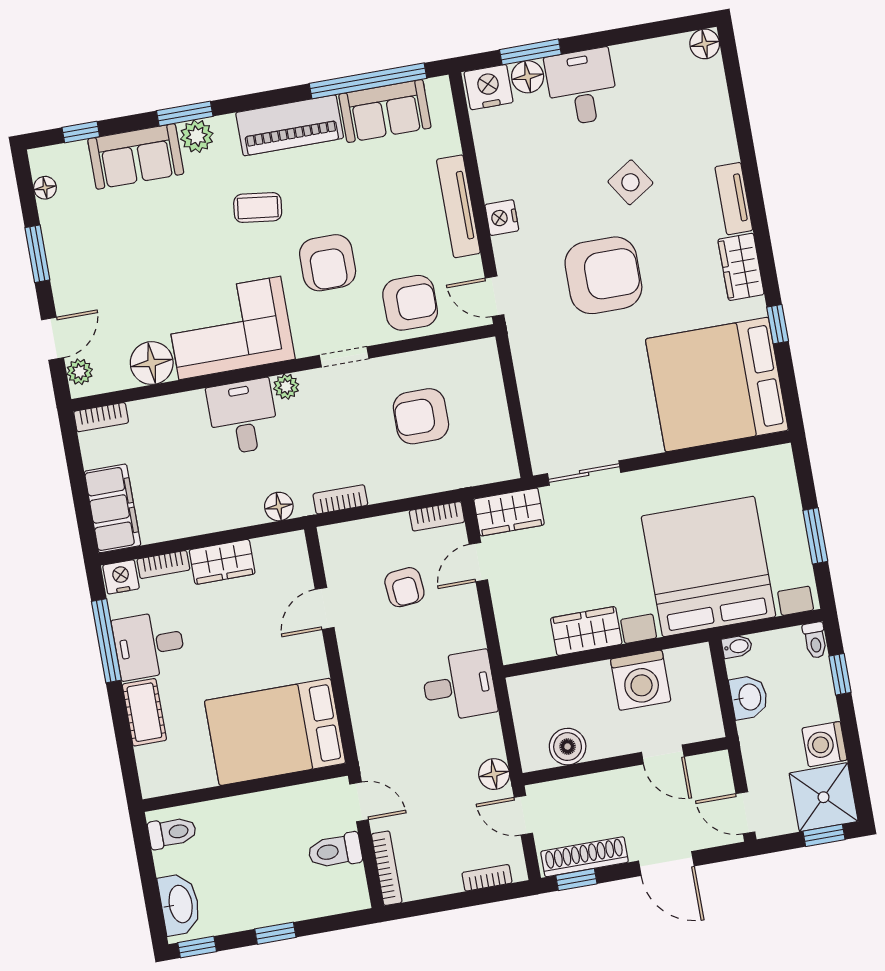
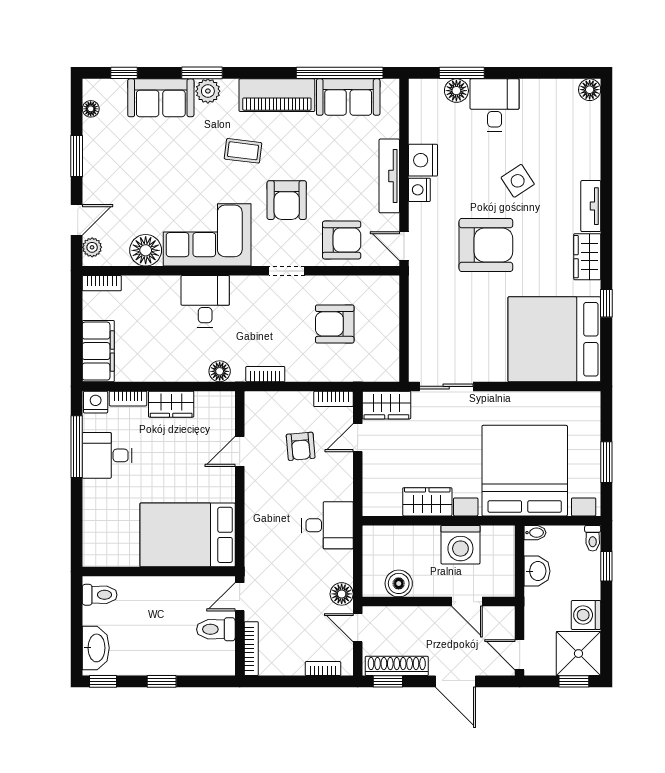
nightstand: (489, 87) -> (423, 160), moved, turned -90
plant: (286, 387) -> (240, 285), removed
cot: (144, 712) -> (95, 504), removed
door: (359, 802) -> (240, 597), swing flipped

